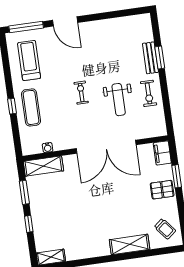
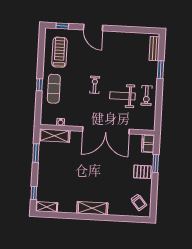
window: (26, 27) -> (62, 26), width x0.46
bench: (150, 58) -> (154, 49), moved
weight bench: (119, 100) -> (122, 96), turned 90
window: (29, 224) -> (34, 193), moved
shelving: (130, 244) -> (92, 208), moved

